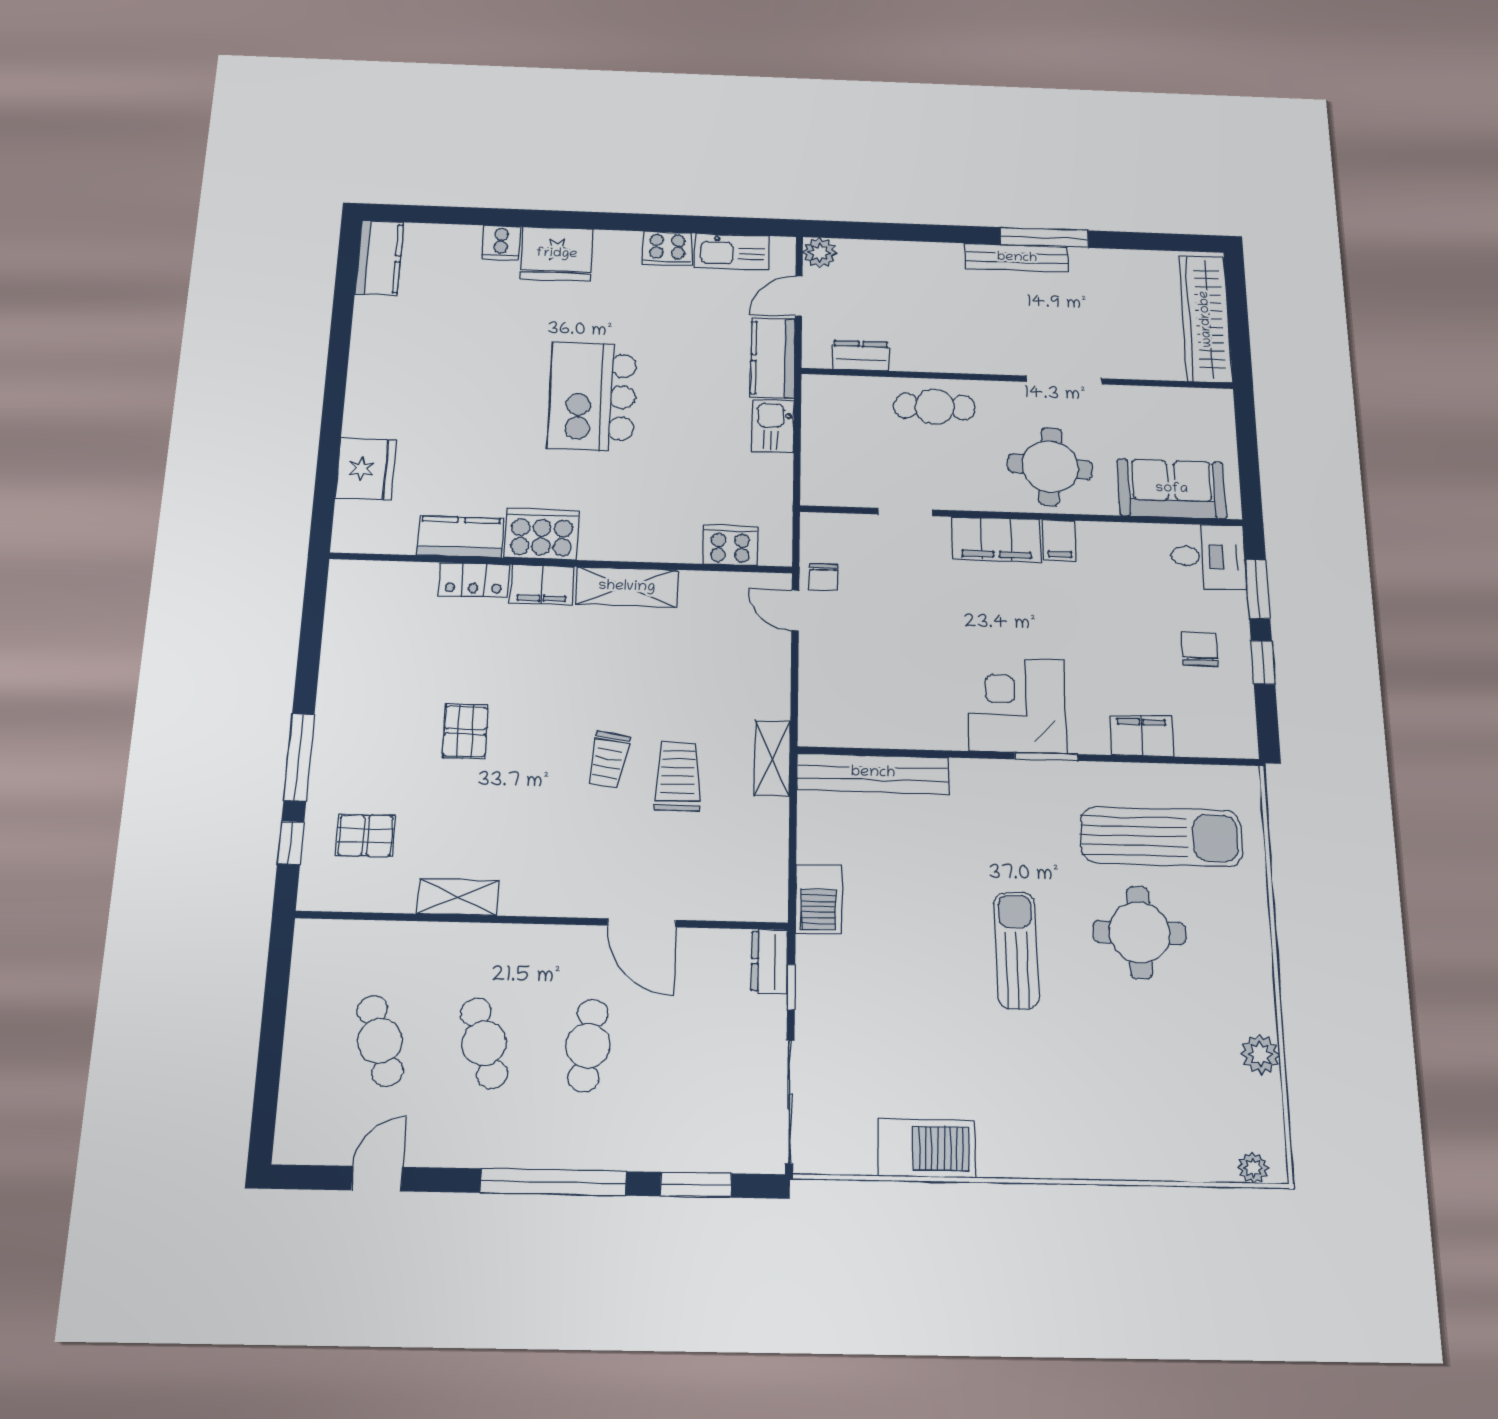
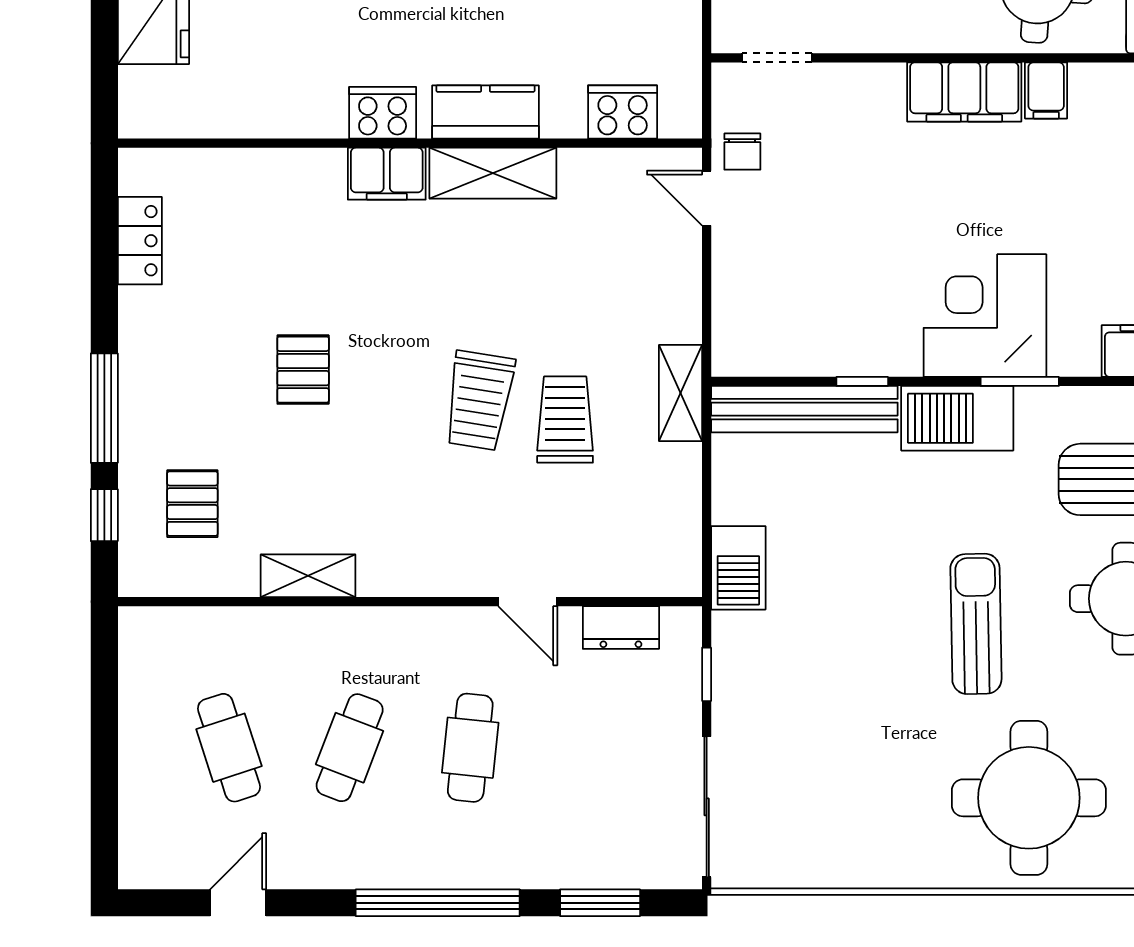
doorway: (905, 512) -> (777, 58), moved
cooker: (542, 534) -> (383, 113), width x0.73, depth x0.76
kitchen counter: (460, 537) -> (485, 112), moved
locker: (474, 580) -> (140, 241), moved, turned -90
window: (920, 753) -> (862, 381), added
trolley: (608, 760) -> (479, 401), width x1.36, depth x1.39
pallet: (365, 836) -> (192, 504), turned 90
door: (642, 923) -> (528, 602), width x0.73
dresser: (770, 961) -> (621, 628), moved, turned -90
cafe table: (484, 1043) -> (350, 748), turned 39
round table: (1065, 1099) -> (1029, 798), added
barbecue: (926, 1148) -> (957, 418), moved, turned 180

